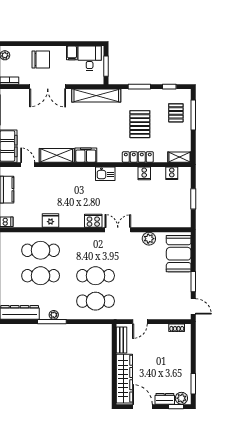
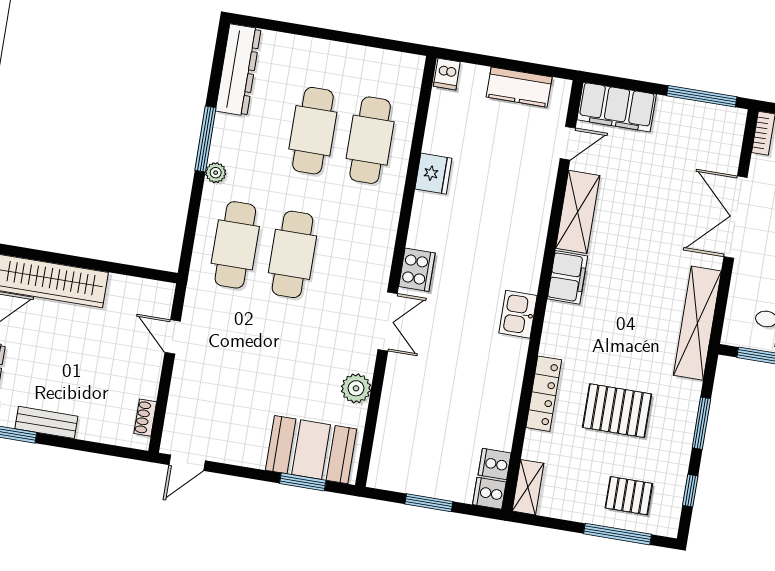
cooker: (144, 173) -> (489, 493), moved
window: (193, 282) -> (303, 482), moved
plant: (54, 315) -> (216, 173), moved
bench: (122, 340) -> (46, 422), moved

